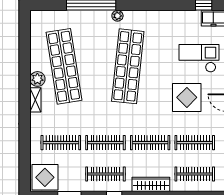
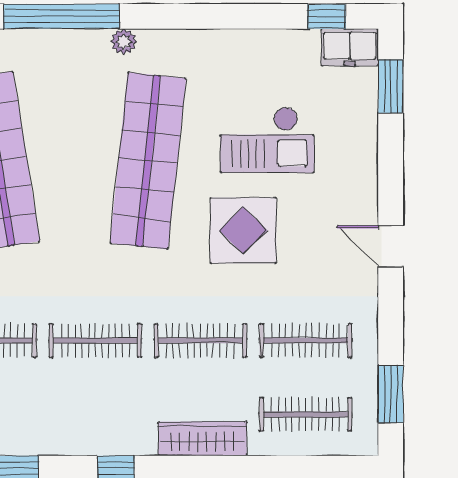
checkout: (199, 58) -> (267, 140), moved, turned 180
display table: (187, 97) -> (243, 230), moved
clothes rail: (105, 174) -> (95, 414), removed

